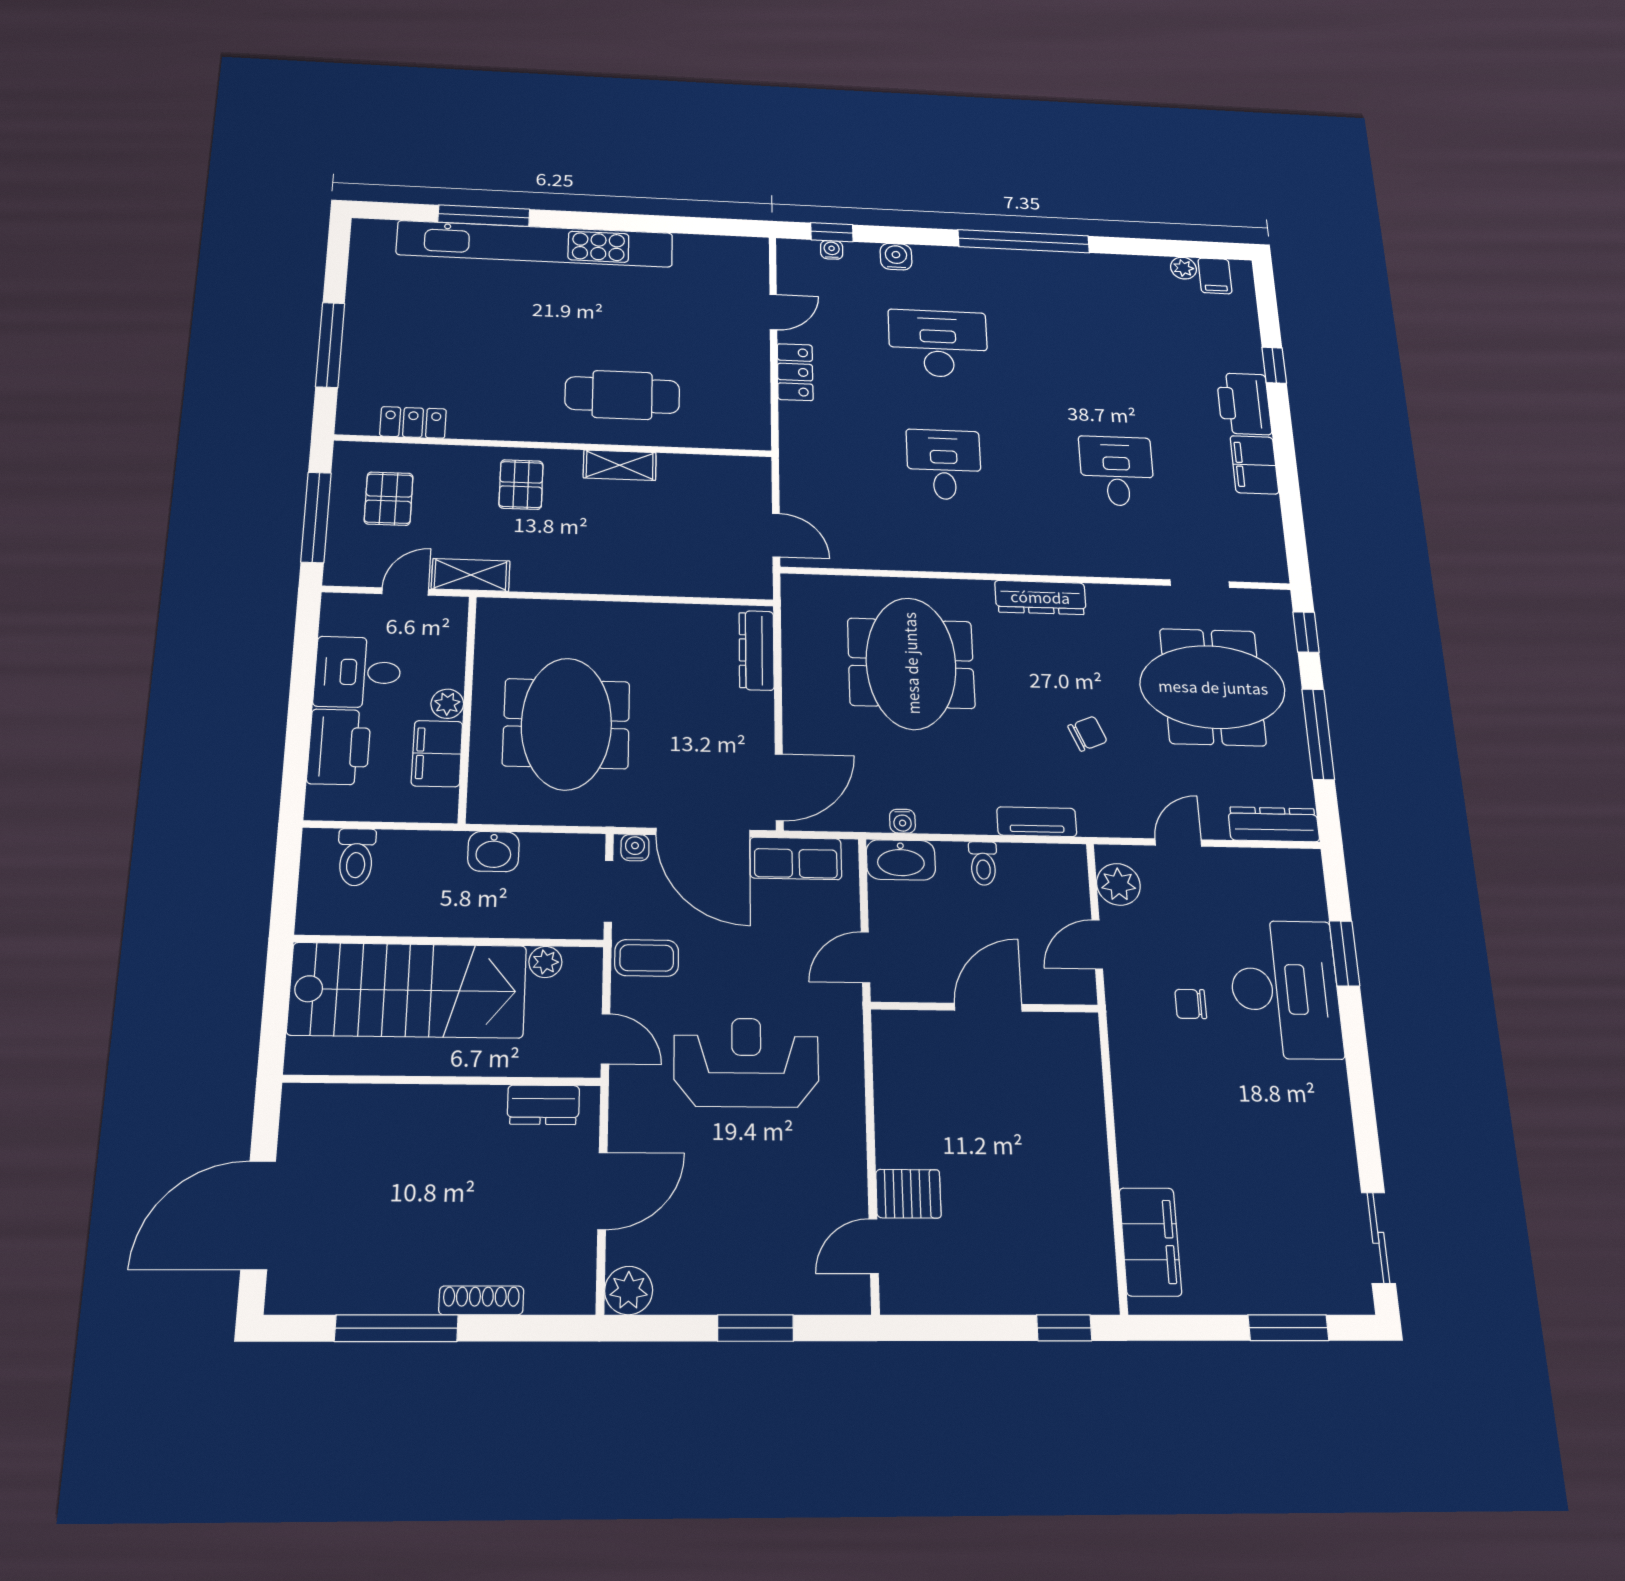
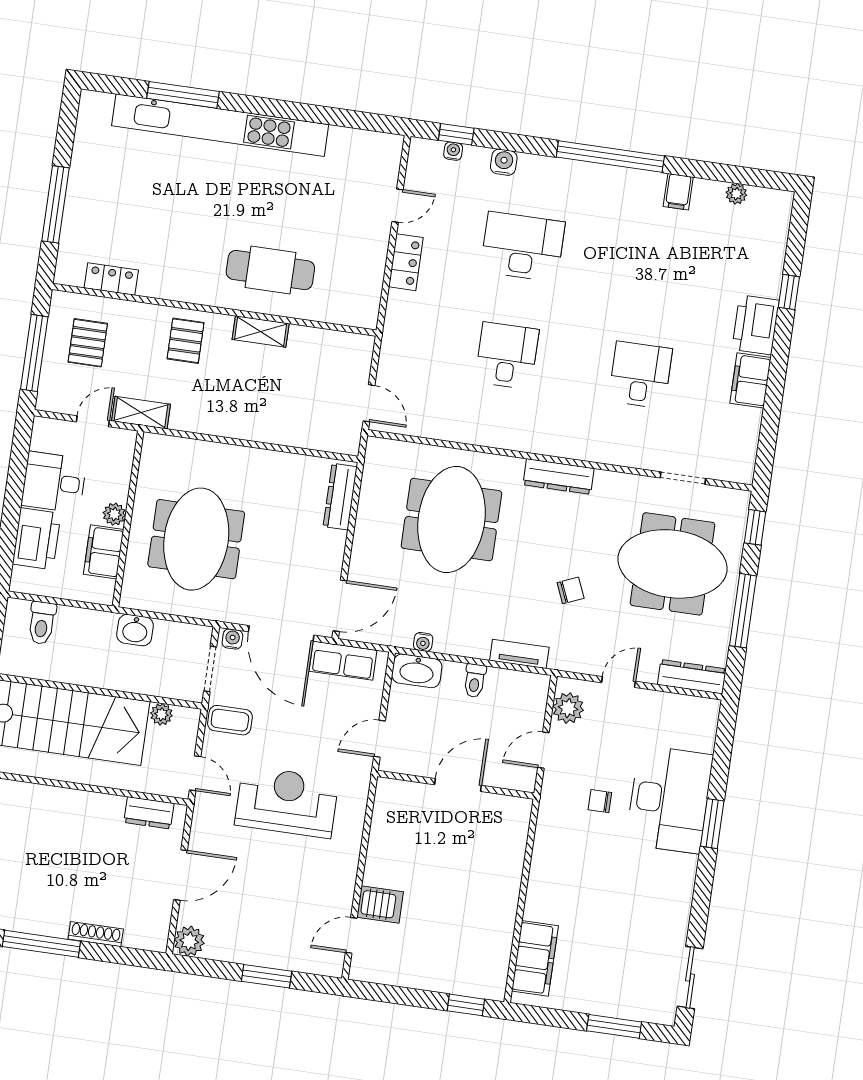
filing cabinet: (1215, 276) -> (678, 192), moved
window: (1344, 953) -> (712, 824), moved

